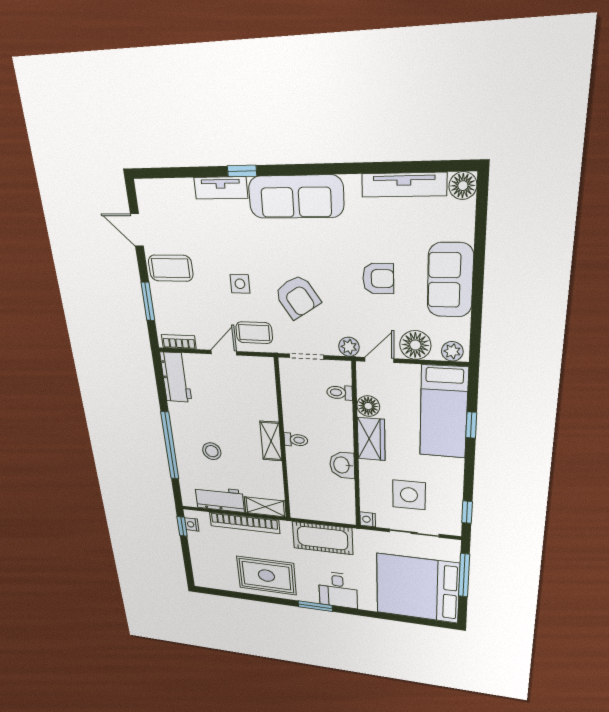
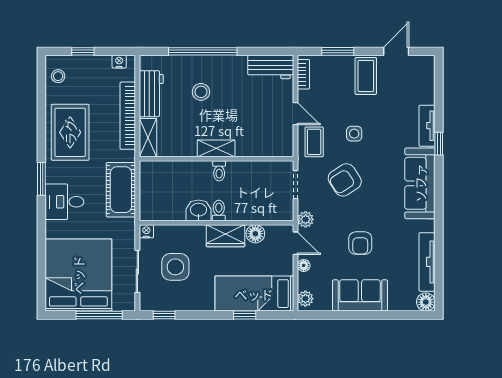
floor lamp: (415, 345) -> (304, 265), width x0.53, depth x0.53
toilet: (340, 393) -> (219, 210), moved
window: (182, 526) -> (83, 51), moved
stool: (213, 578) -> (58, 76), added

